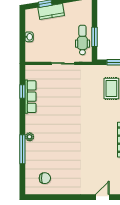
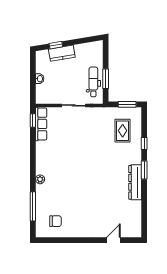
window: (22, 91) -> (33, 120), moved
row of seats: (30, 97) -> (41, 124), moved
window: (22, 149) -> (33, 206), moved

